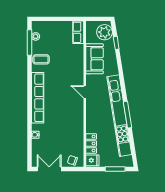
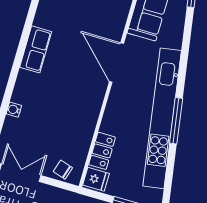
door: (85, 92) -> (116, 62), width x1.88
row of seats: (38, 98) -> (36, 49), width x0.50

